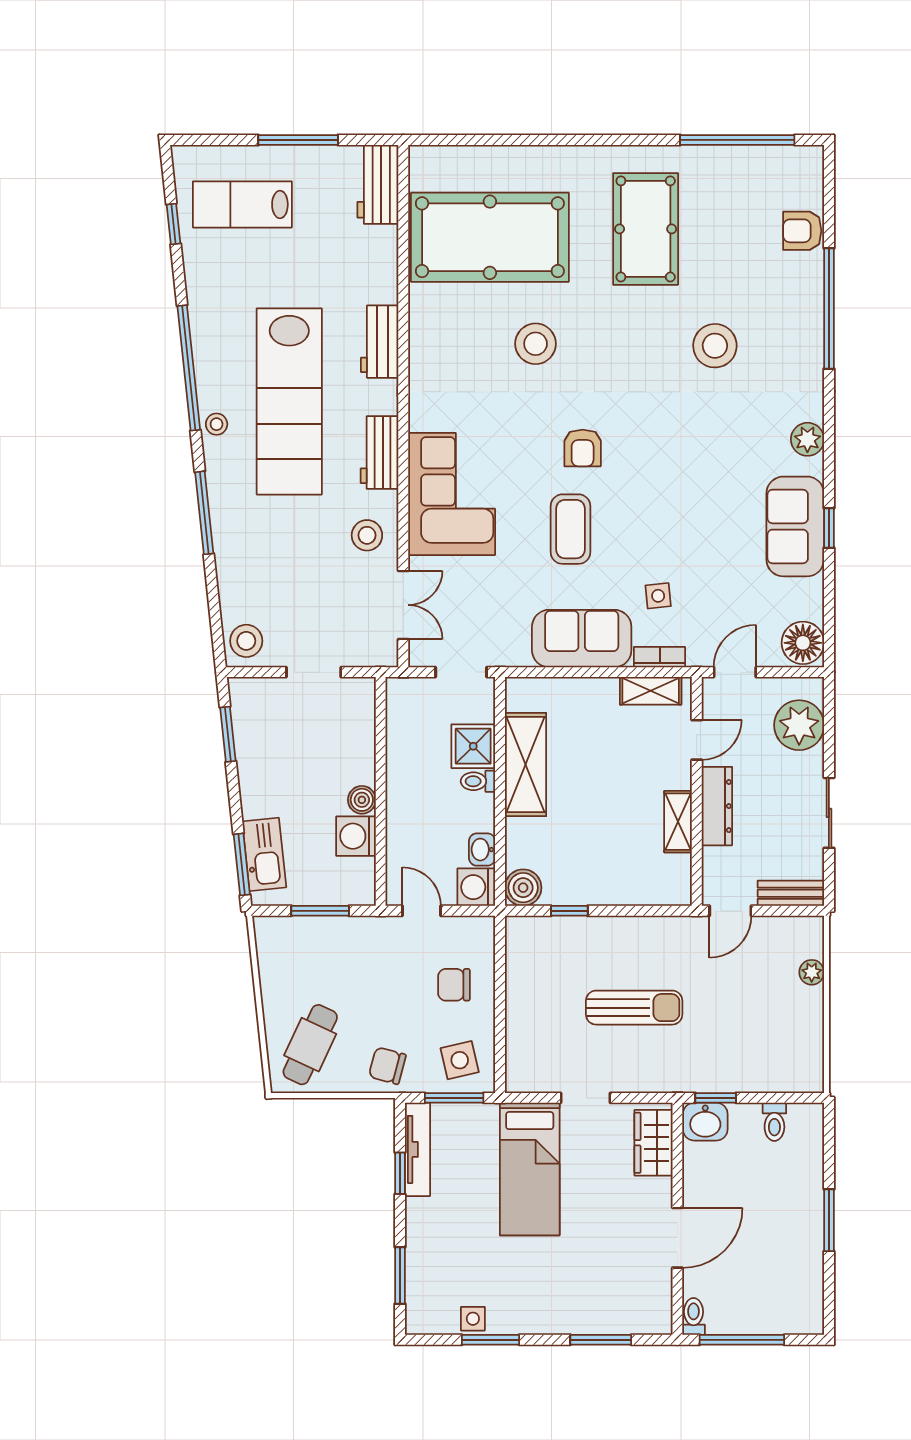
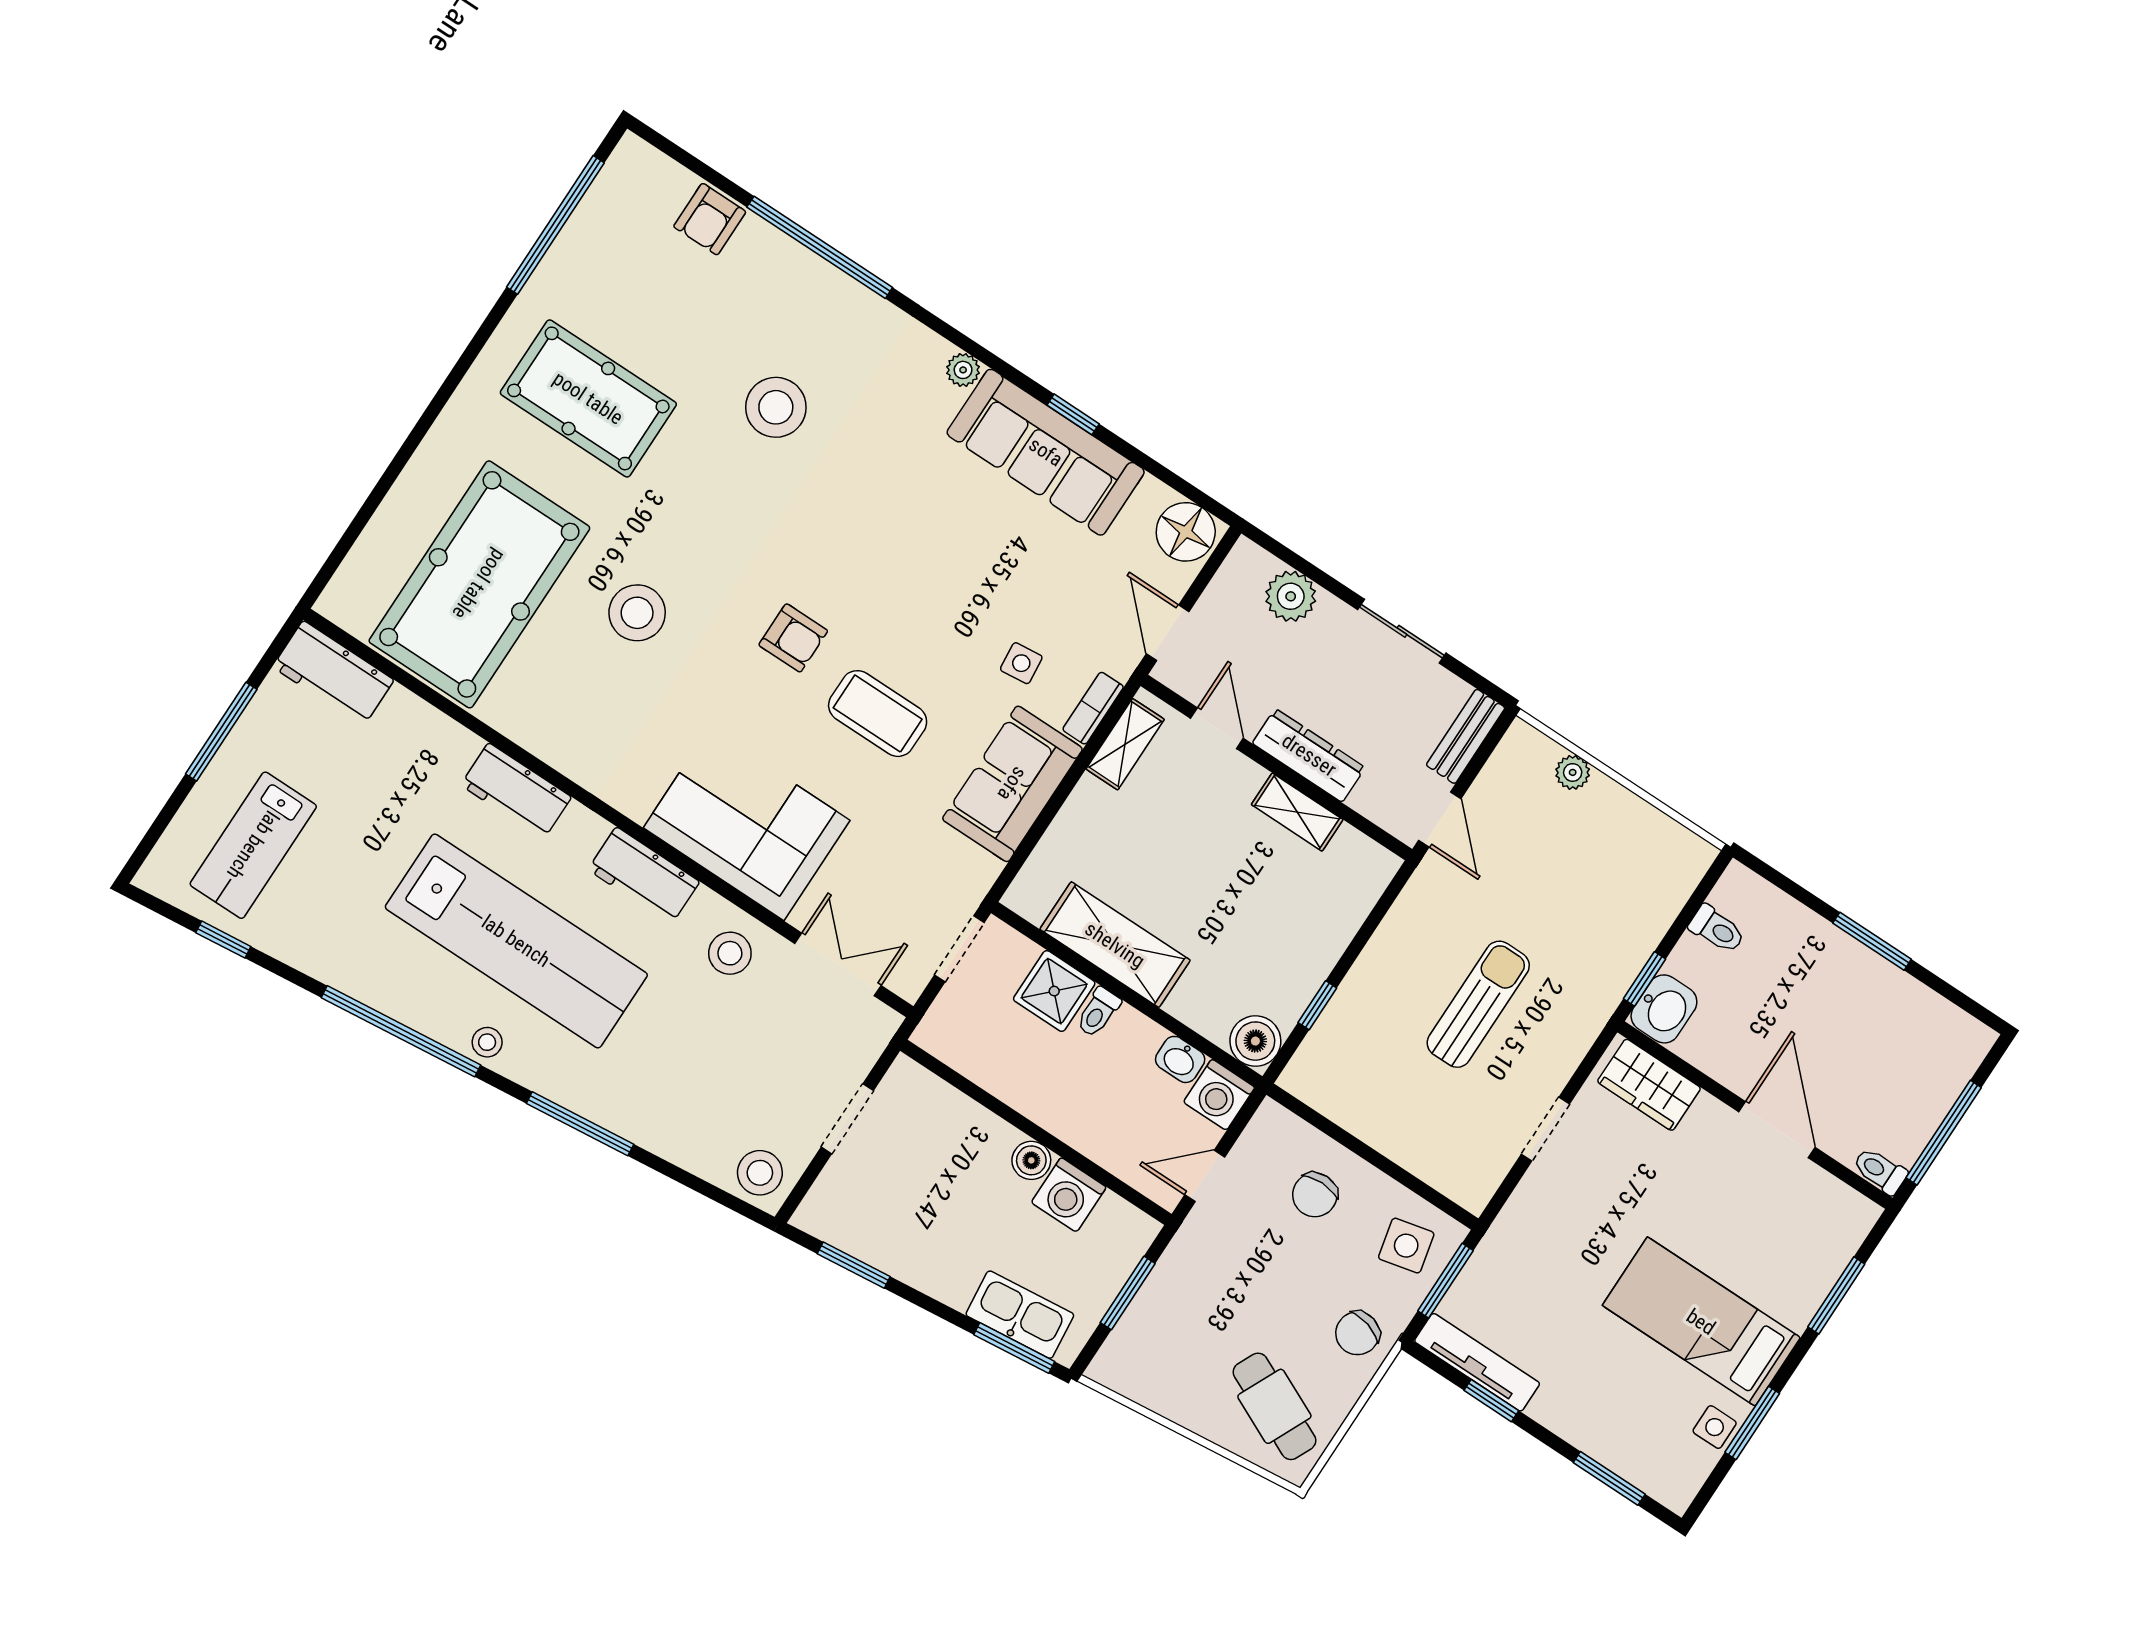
plant: (807, 439) -> (963, 370), width x0.73, depth x0.73
sofa: (795, 526) -> (1046, 452), width x1.36
plant: (799, 725) -> (1291, 596), width x0.73, depth x0.73
bed: (530, 1169) -> (1701, 1322), moved, turned 180

